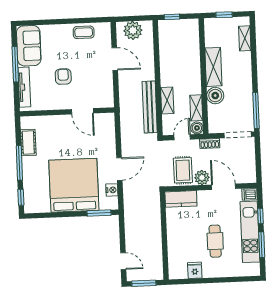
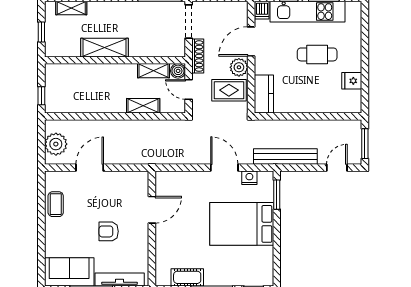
boiler: (215, 96) -> (139, 47), removed
bench: (150, 107) -> (285, 156), moved
shoe rack: (210, 143) -> (198, 56), width x1.43
bed: (74, 185) -> (242, 224), width x0.73

